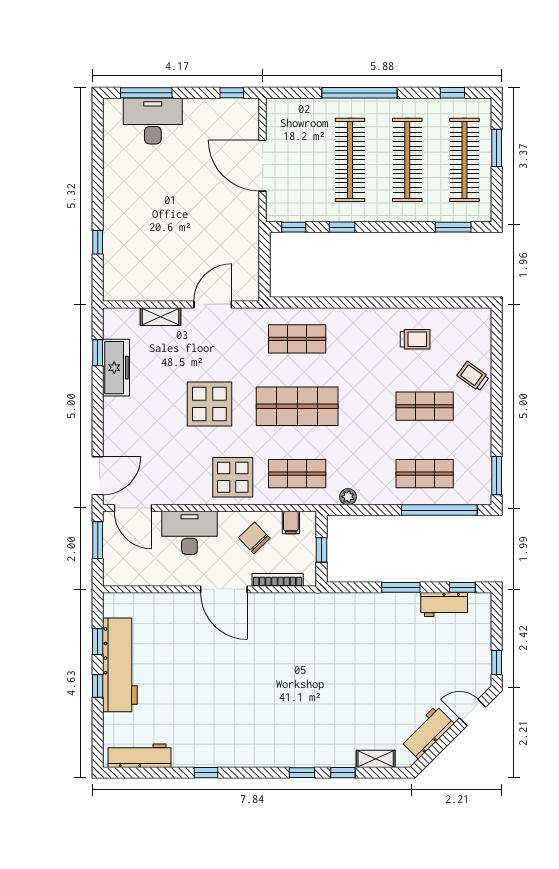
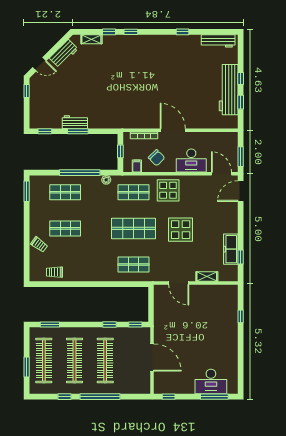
window: (452, 93) -> (64, 397), moved
door: (213, 304) -> (179, 283), hinge flipped
trolley: (415, 339) -> (54, 272), moved
window: (439, 510) -> (80, 173), moved
workbench: (444, 604) -> (75, 122), moved

